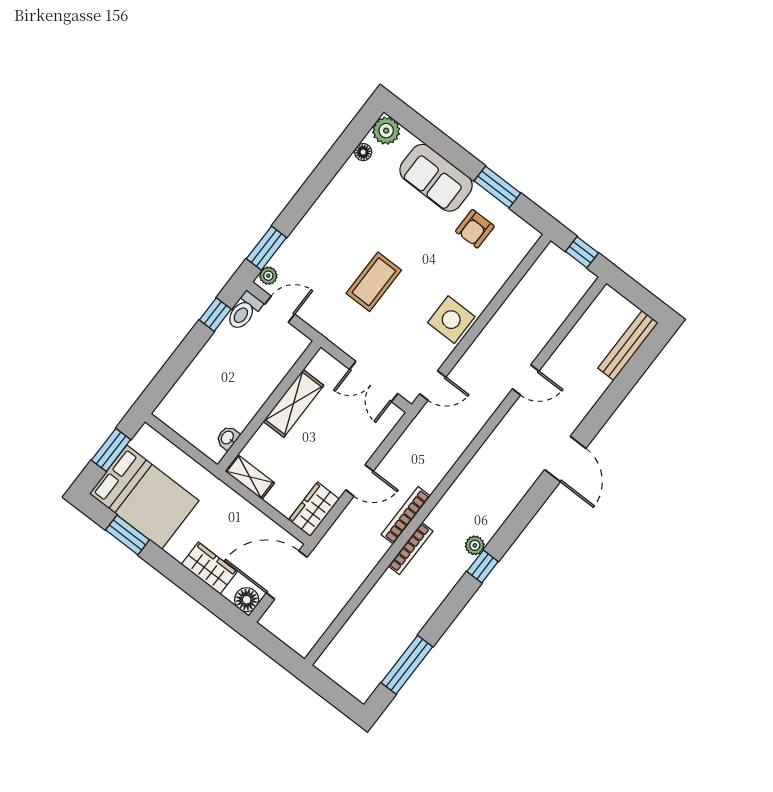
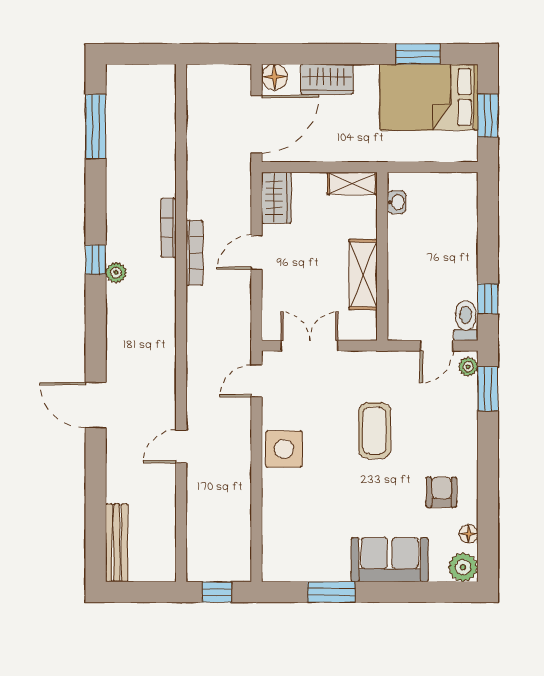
armchair: (475, 229) -> (441, 492), moved

